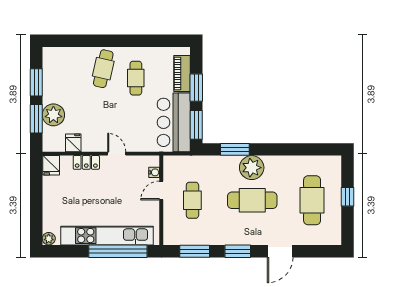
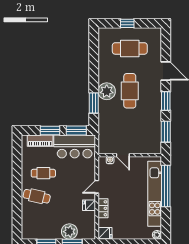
fridge: (73, 143) -> (89, 205), moved
cafe table: (192, 200) -> (130, 133), removed

